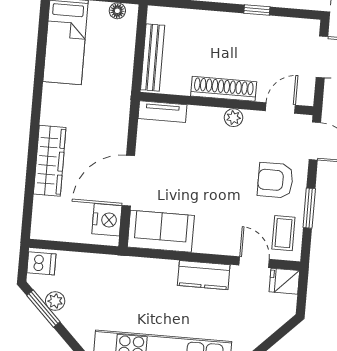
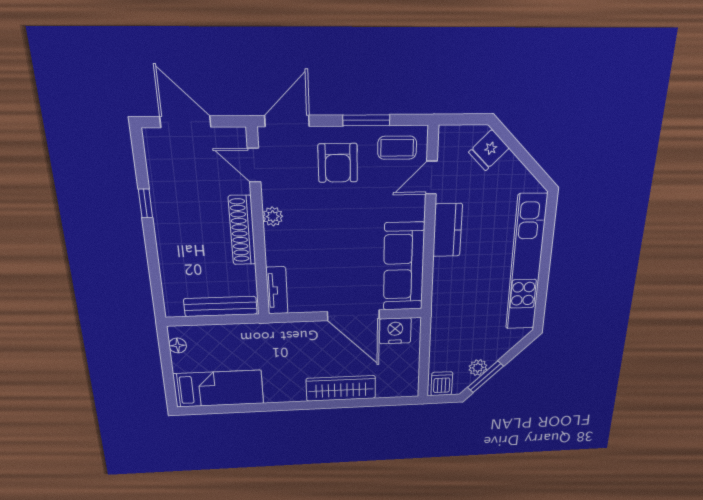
sofa: (161, 231) -> (404, 267), width x1.36
fridge: (284, 281) -> (489, 150), moved, turned 45

